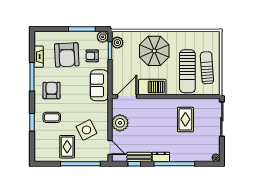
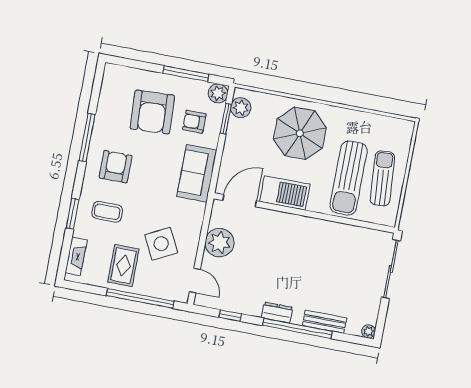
fireplace: (39, 57) -> (76, 256), moved
rug: (185, 119) -> (330, 258), removed
bench: (139, 157) -> (325, 322), moved

